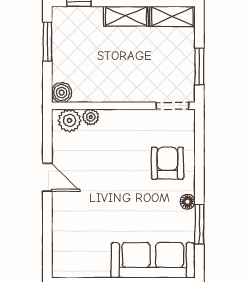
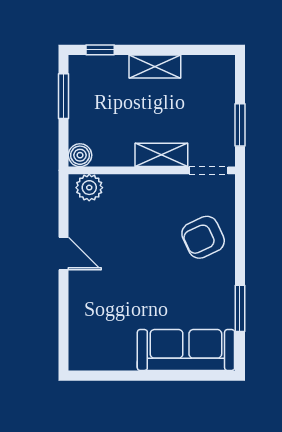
shelving: (172, 16) -> (161, 155), moved
plant: (91, 117) -> (114, 184), removed
armchair: (168, 163) -> (203, 237), turned -115
floor lamp: (188, 202) -> (226, 282), removed

